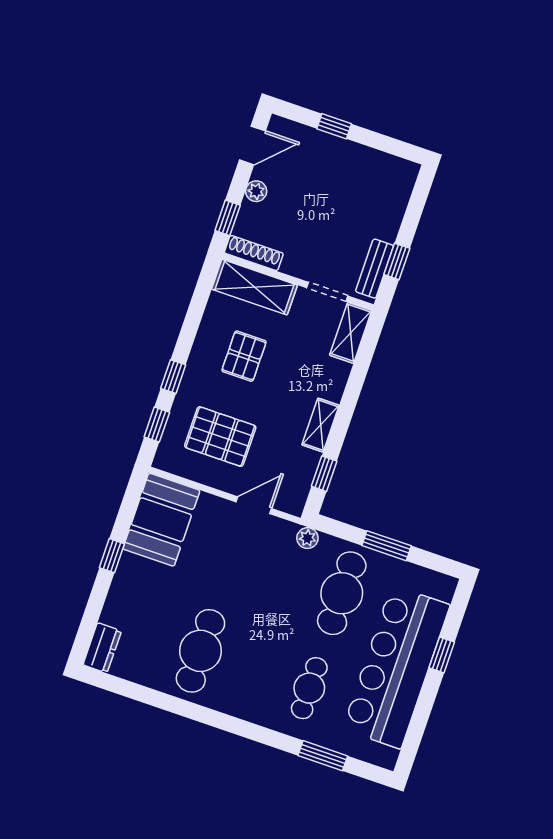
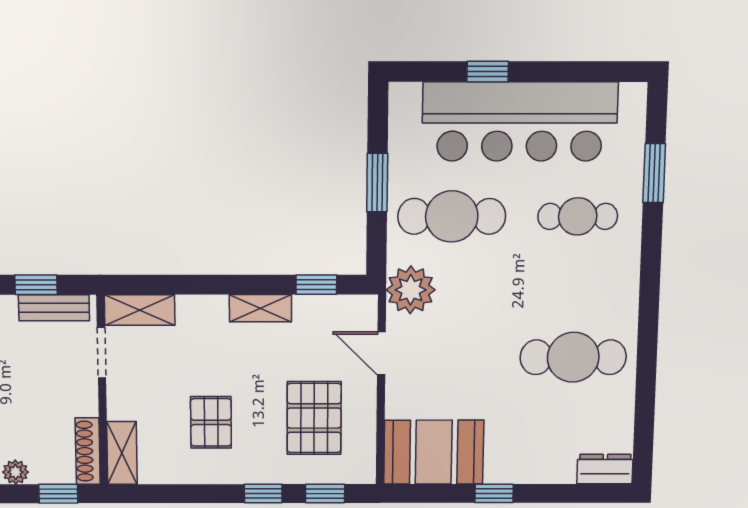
shelving: (254, 287) -> (122, 453), width x0.67, depth x0.75
pallet: (244, 356) -> (211, 422), turned 90
plant: (307, 538) -> (411, 290), width x1.88, depth x1.88

